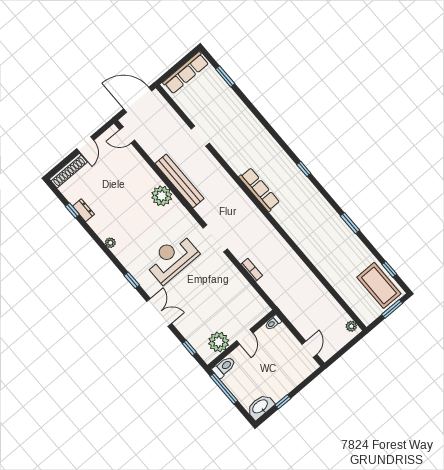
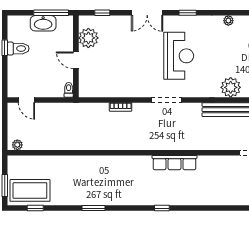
toilet: (224, 367) -> (18, 49), moved, turned -90
washbasin: (260, 407) -> (43, 23), moved, turned 90

